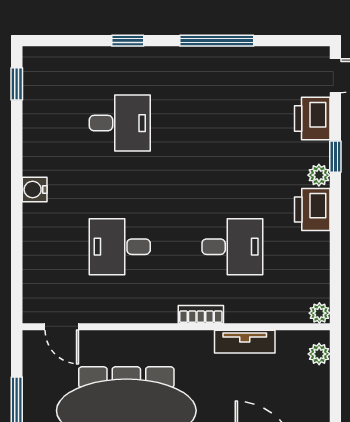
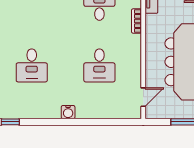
desk: (120, 123) -> (32, 65), turned 180

